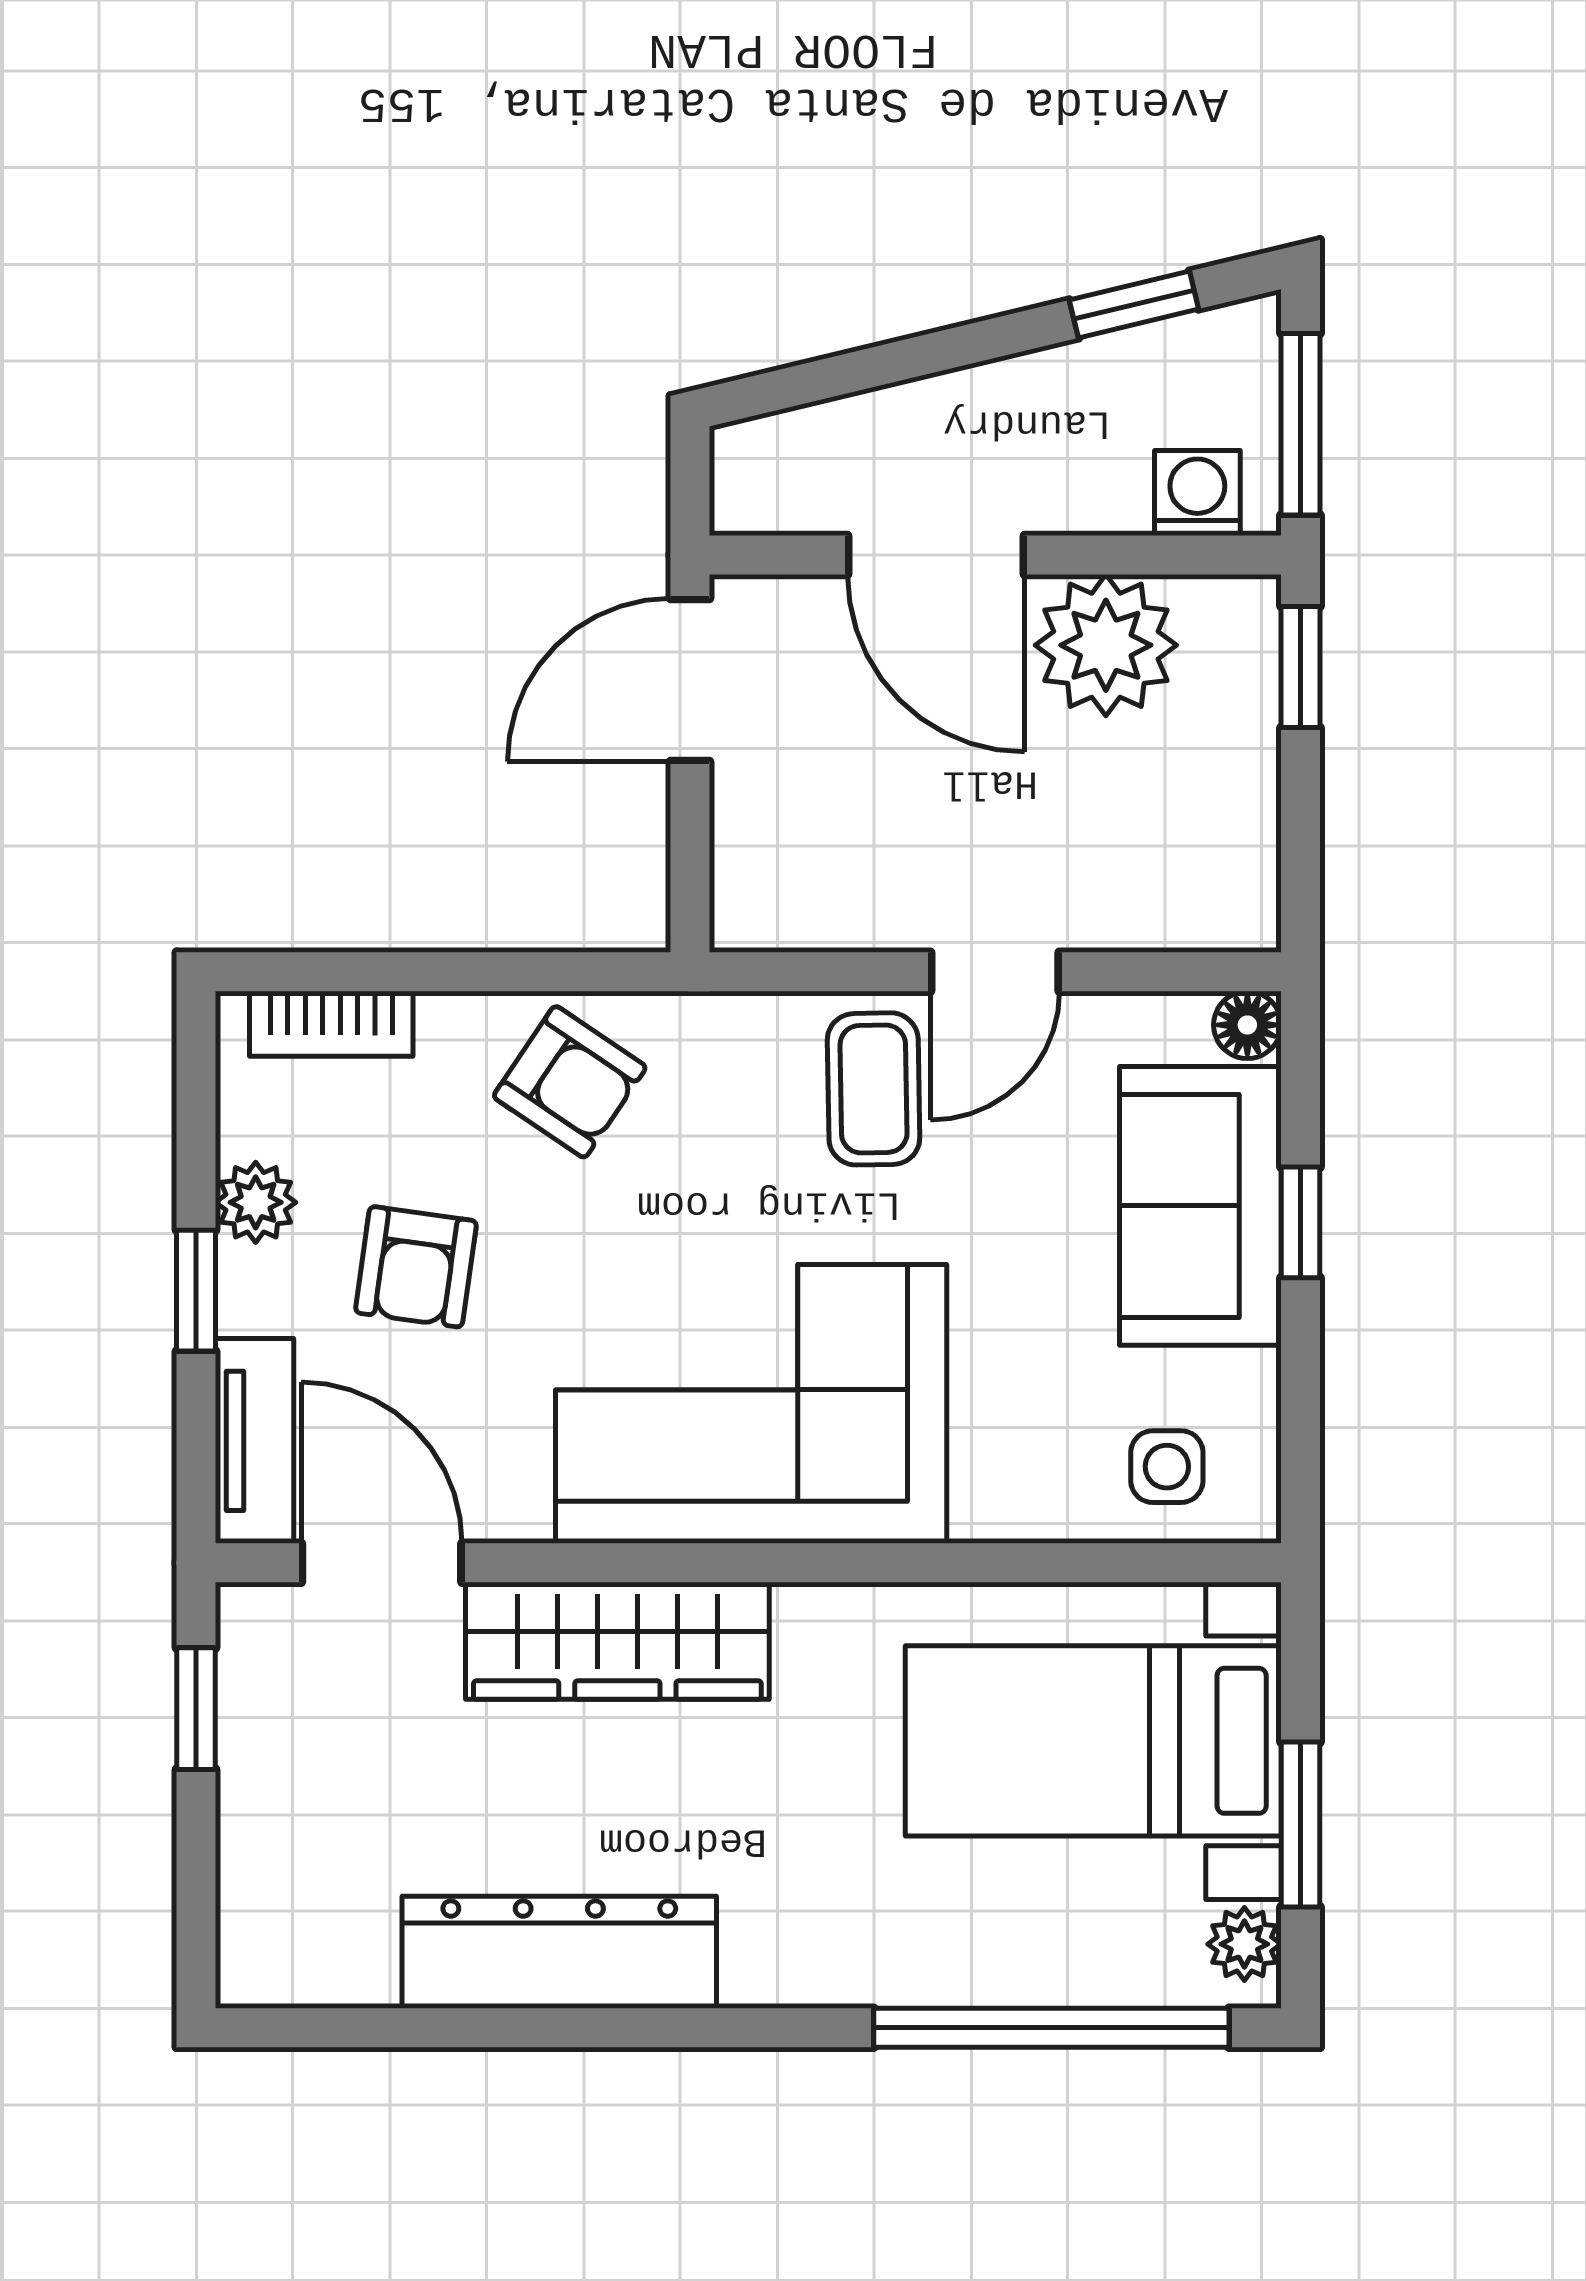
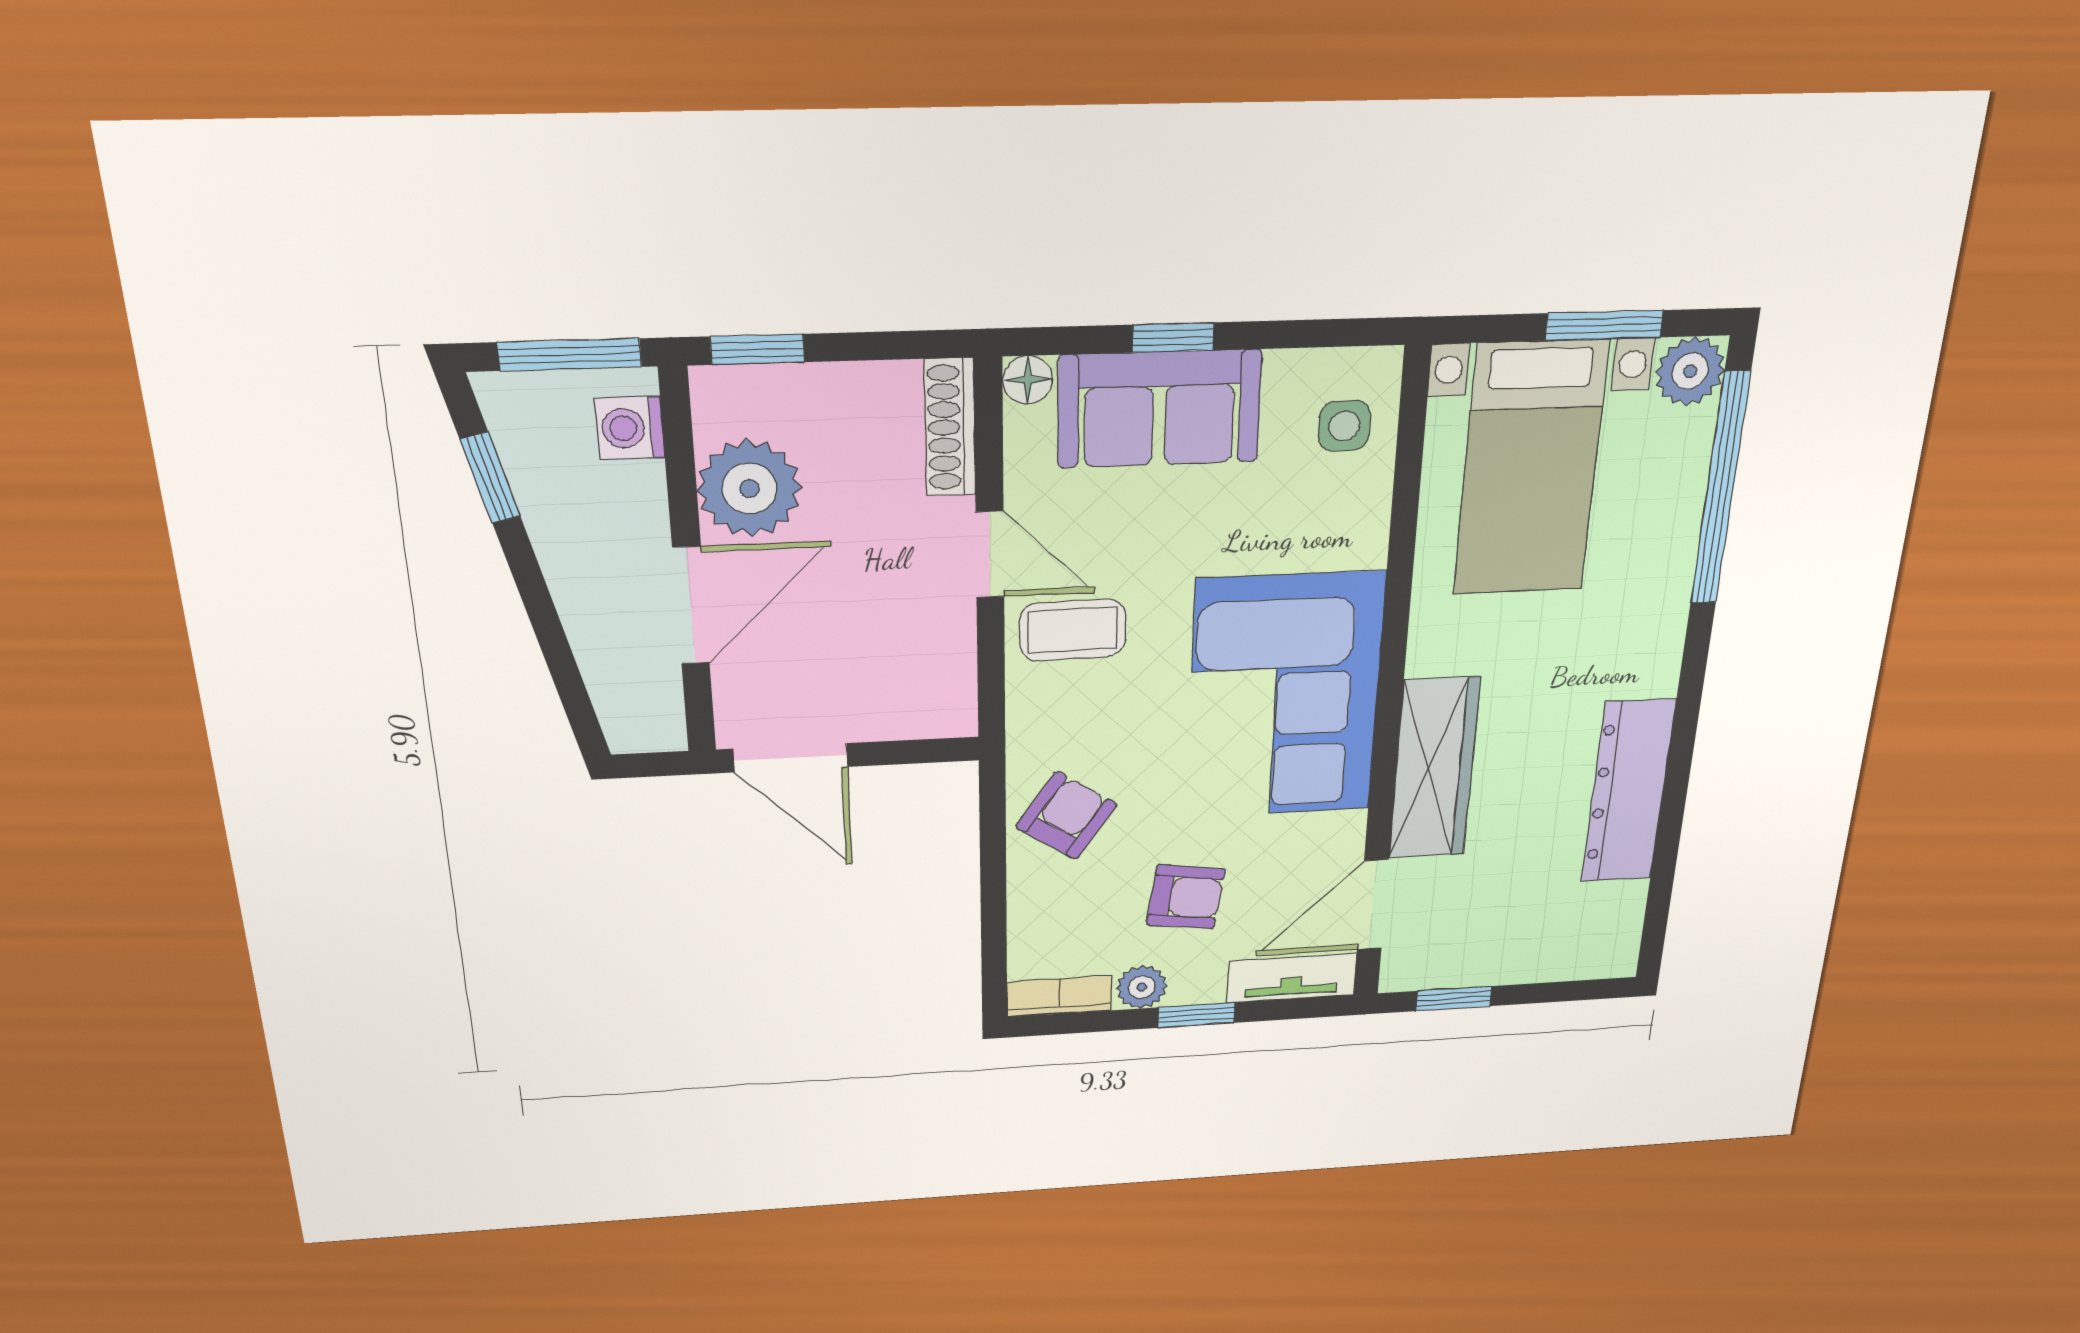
shoe rack: (1183, 919) -> (950, 427), added
bookcase: (331, 1024) -> (1059, 996), moved, turned -90
plant: (1244, 1944) -> (1690, 371), width x1.38, depth x1.38

